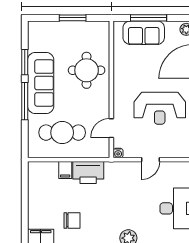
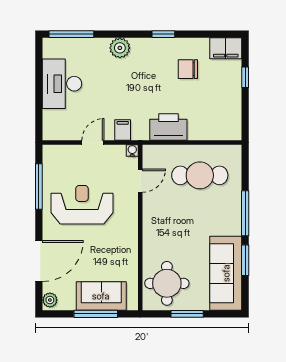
round table: (87, 70) -> (167, 283), moved
sofa: (41, 83) -> (226, 273), moved
filing cabinet: (65, 170) -> (123, 130), moved
window: (25, 214) -> (245, 77), added

